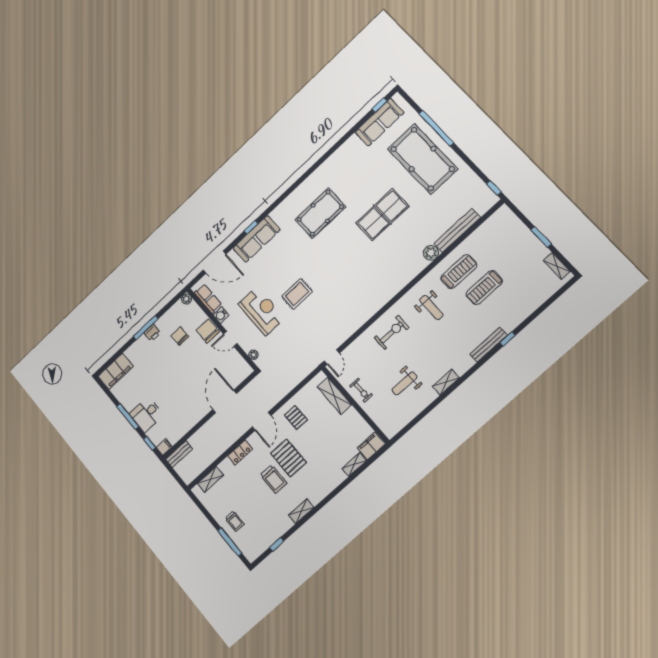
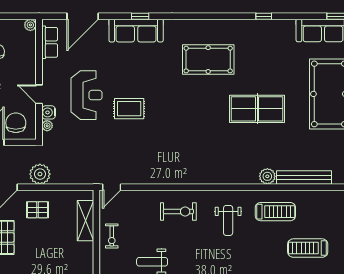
window: (331, 151) -> (264, 16), added
door: (214, 262) -> (83, 16), hinge flipped
treadmill: (484, 288) -> (308, 248), moved
water cooler: (221, 315) -> (49, 112), moved
chair: (208, 331) -> (16, 123), moved
plant: (277, 392) -> (40, 174), added
pallet: (296, 417) -> (37, 210), turned 90

